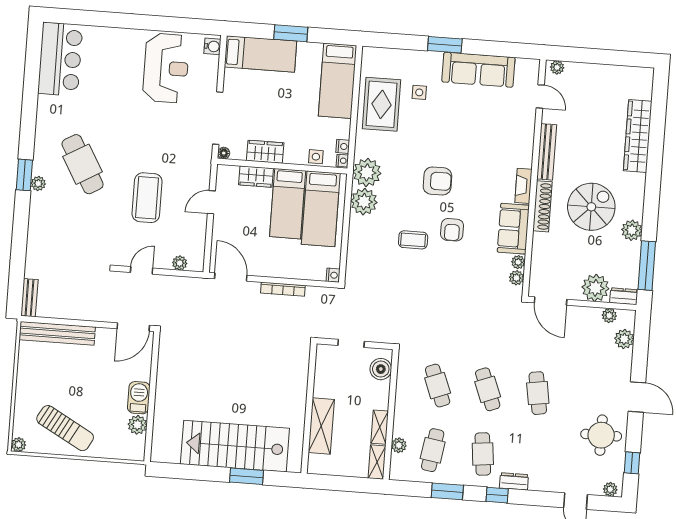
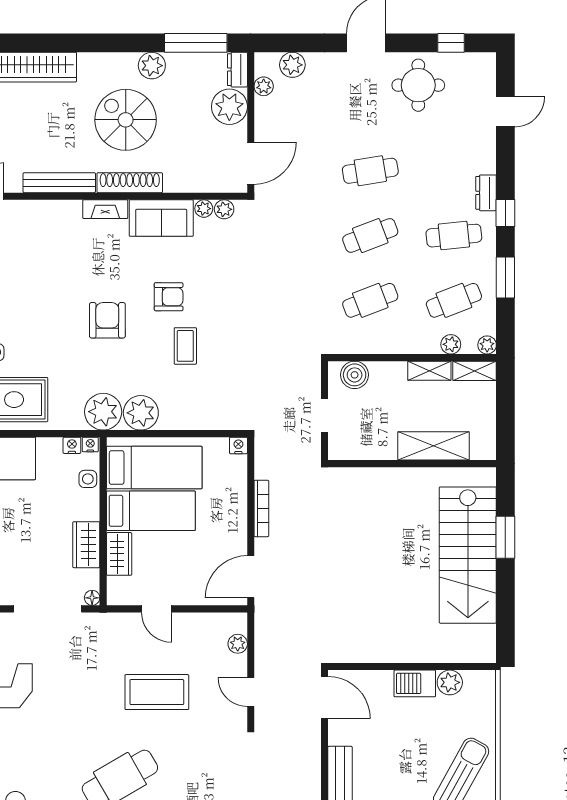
cafe table: (433, 450) -> (454, 300), turned -30
plant: (610, 489) -> (487, 345), moved

